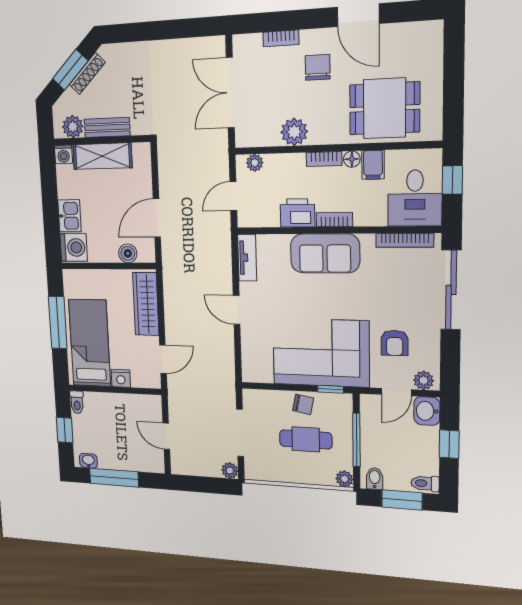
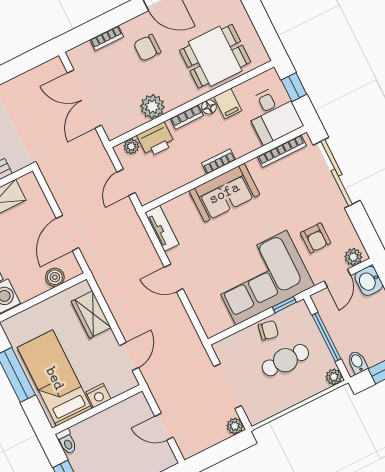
chair: (318, 67) -> (147, 48), turned -90
printer: (297, 213) -> (156, 140), moved, turned 180
wardrobe: (146, 304) -> (91, 314), width x0.67

